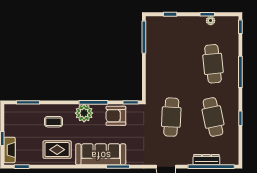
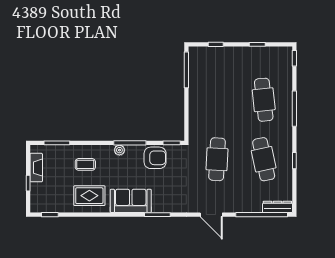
plant: (211, 21) -> (261, 51), removed
plant: (84, 113) -> (119, 150), width x0.53, depth x0.53
armchair: (116, 116) -> (155, 158), turned 180
fireplace: (10, 150) -> (36, 168), moved
sofa: (101, 154) -> (131, 201), width x0.73
dresser: (206, 160) -> (277, 207), moved

